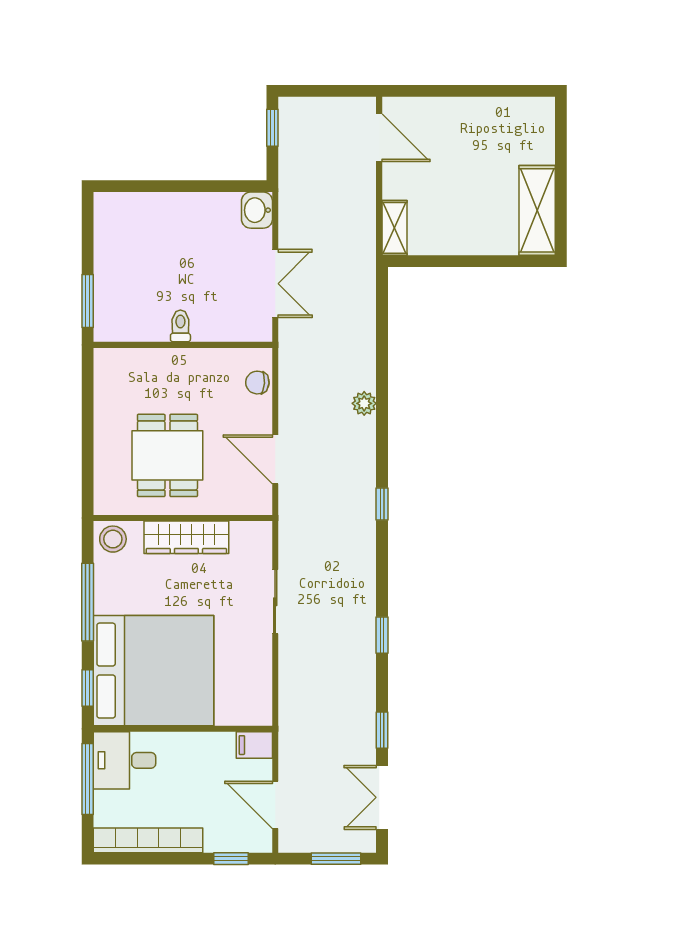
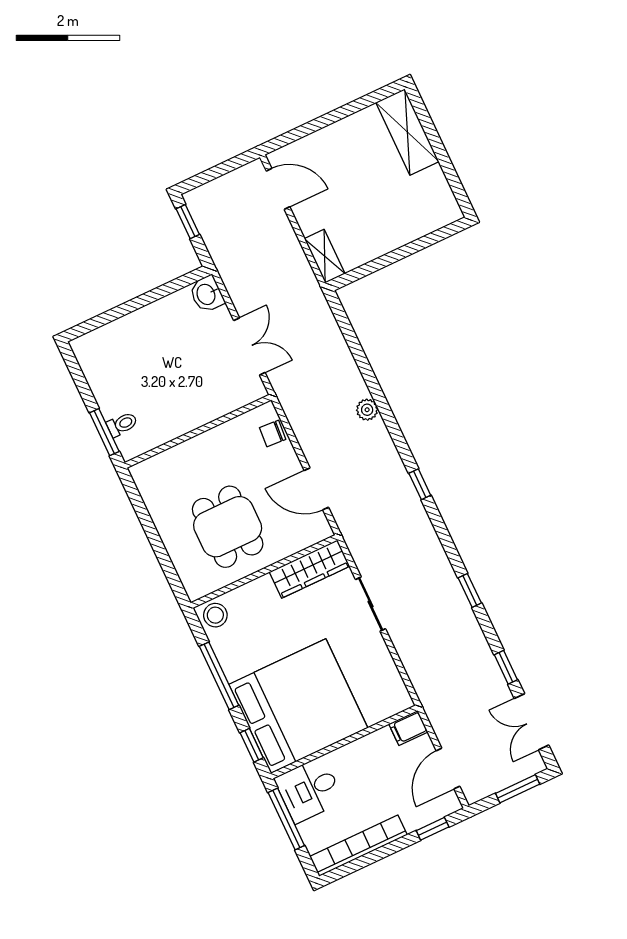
shelving: (537, 210) -> (407, 132), moved
toilet: (180, 326) -> (122, 424), moved, turned 90
wardrobe: (186, 537) -> (310, 569), moved
door: (275, 805) -> (448, 768), hinge flipped

